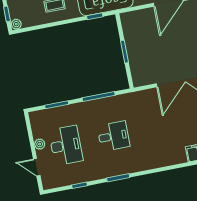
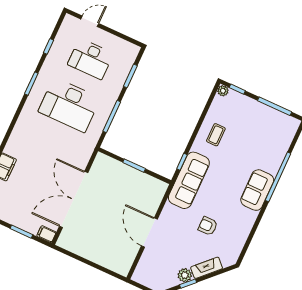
desk: (114, 136) -> (69, 105), width x1.87, depth x1.30
plant: (40, 144) -> (107, 38), removed

